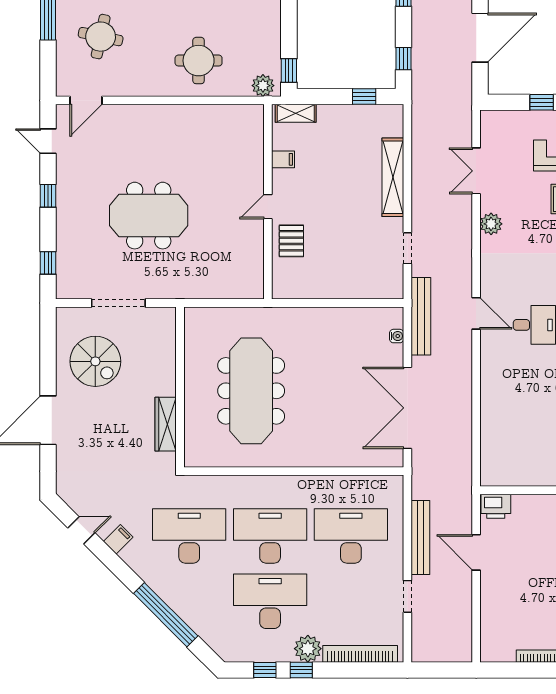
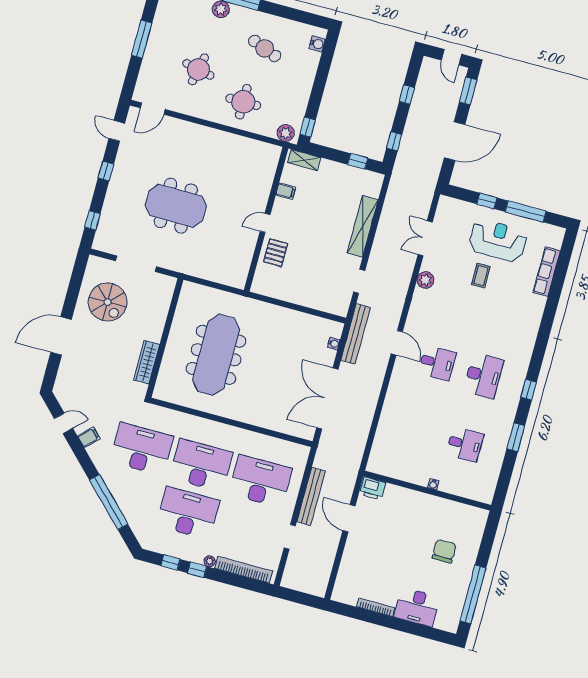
round table: (101, 37) -> (198, 69), moved
plant: (308, 649) -> (210, 561), width x0.53, depth x0.53

